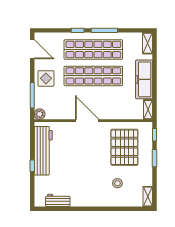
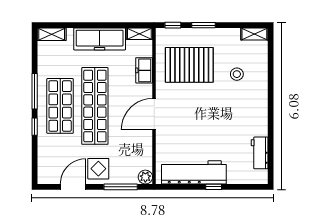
door: (32, 49) -> (73, 187), moved
shop shelf: (93, 50) -> (60, 106), width x0.71
freezer: (120, 113) -> (144, 70), added

